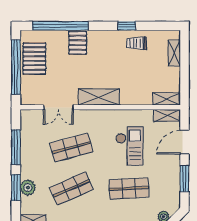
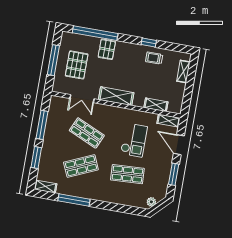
pallet: (34, 59) -> (77, 65), moved
window: (16, 67) -> (53, 60), width x0.68
shelving: (166, 99) -> (156, 105), moved
door: (184, 142) -> (179, 145), hinge flipped
shop shelf: (71, 147) -> (87, 133), turned 39
plant: (28, 188) -> (46, 159), removed

